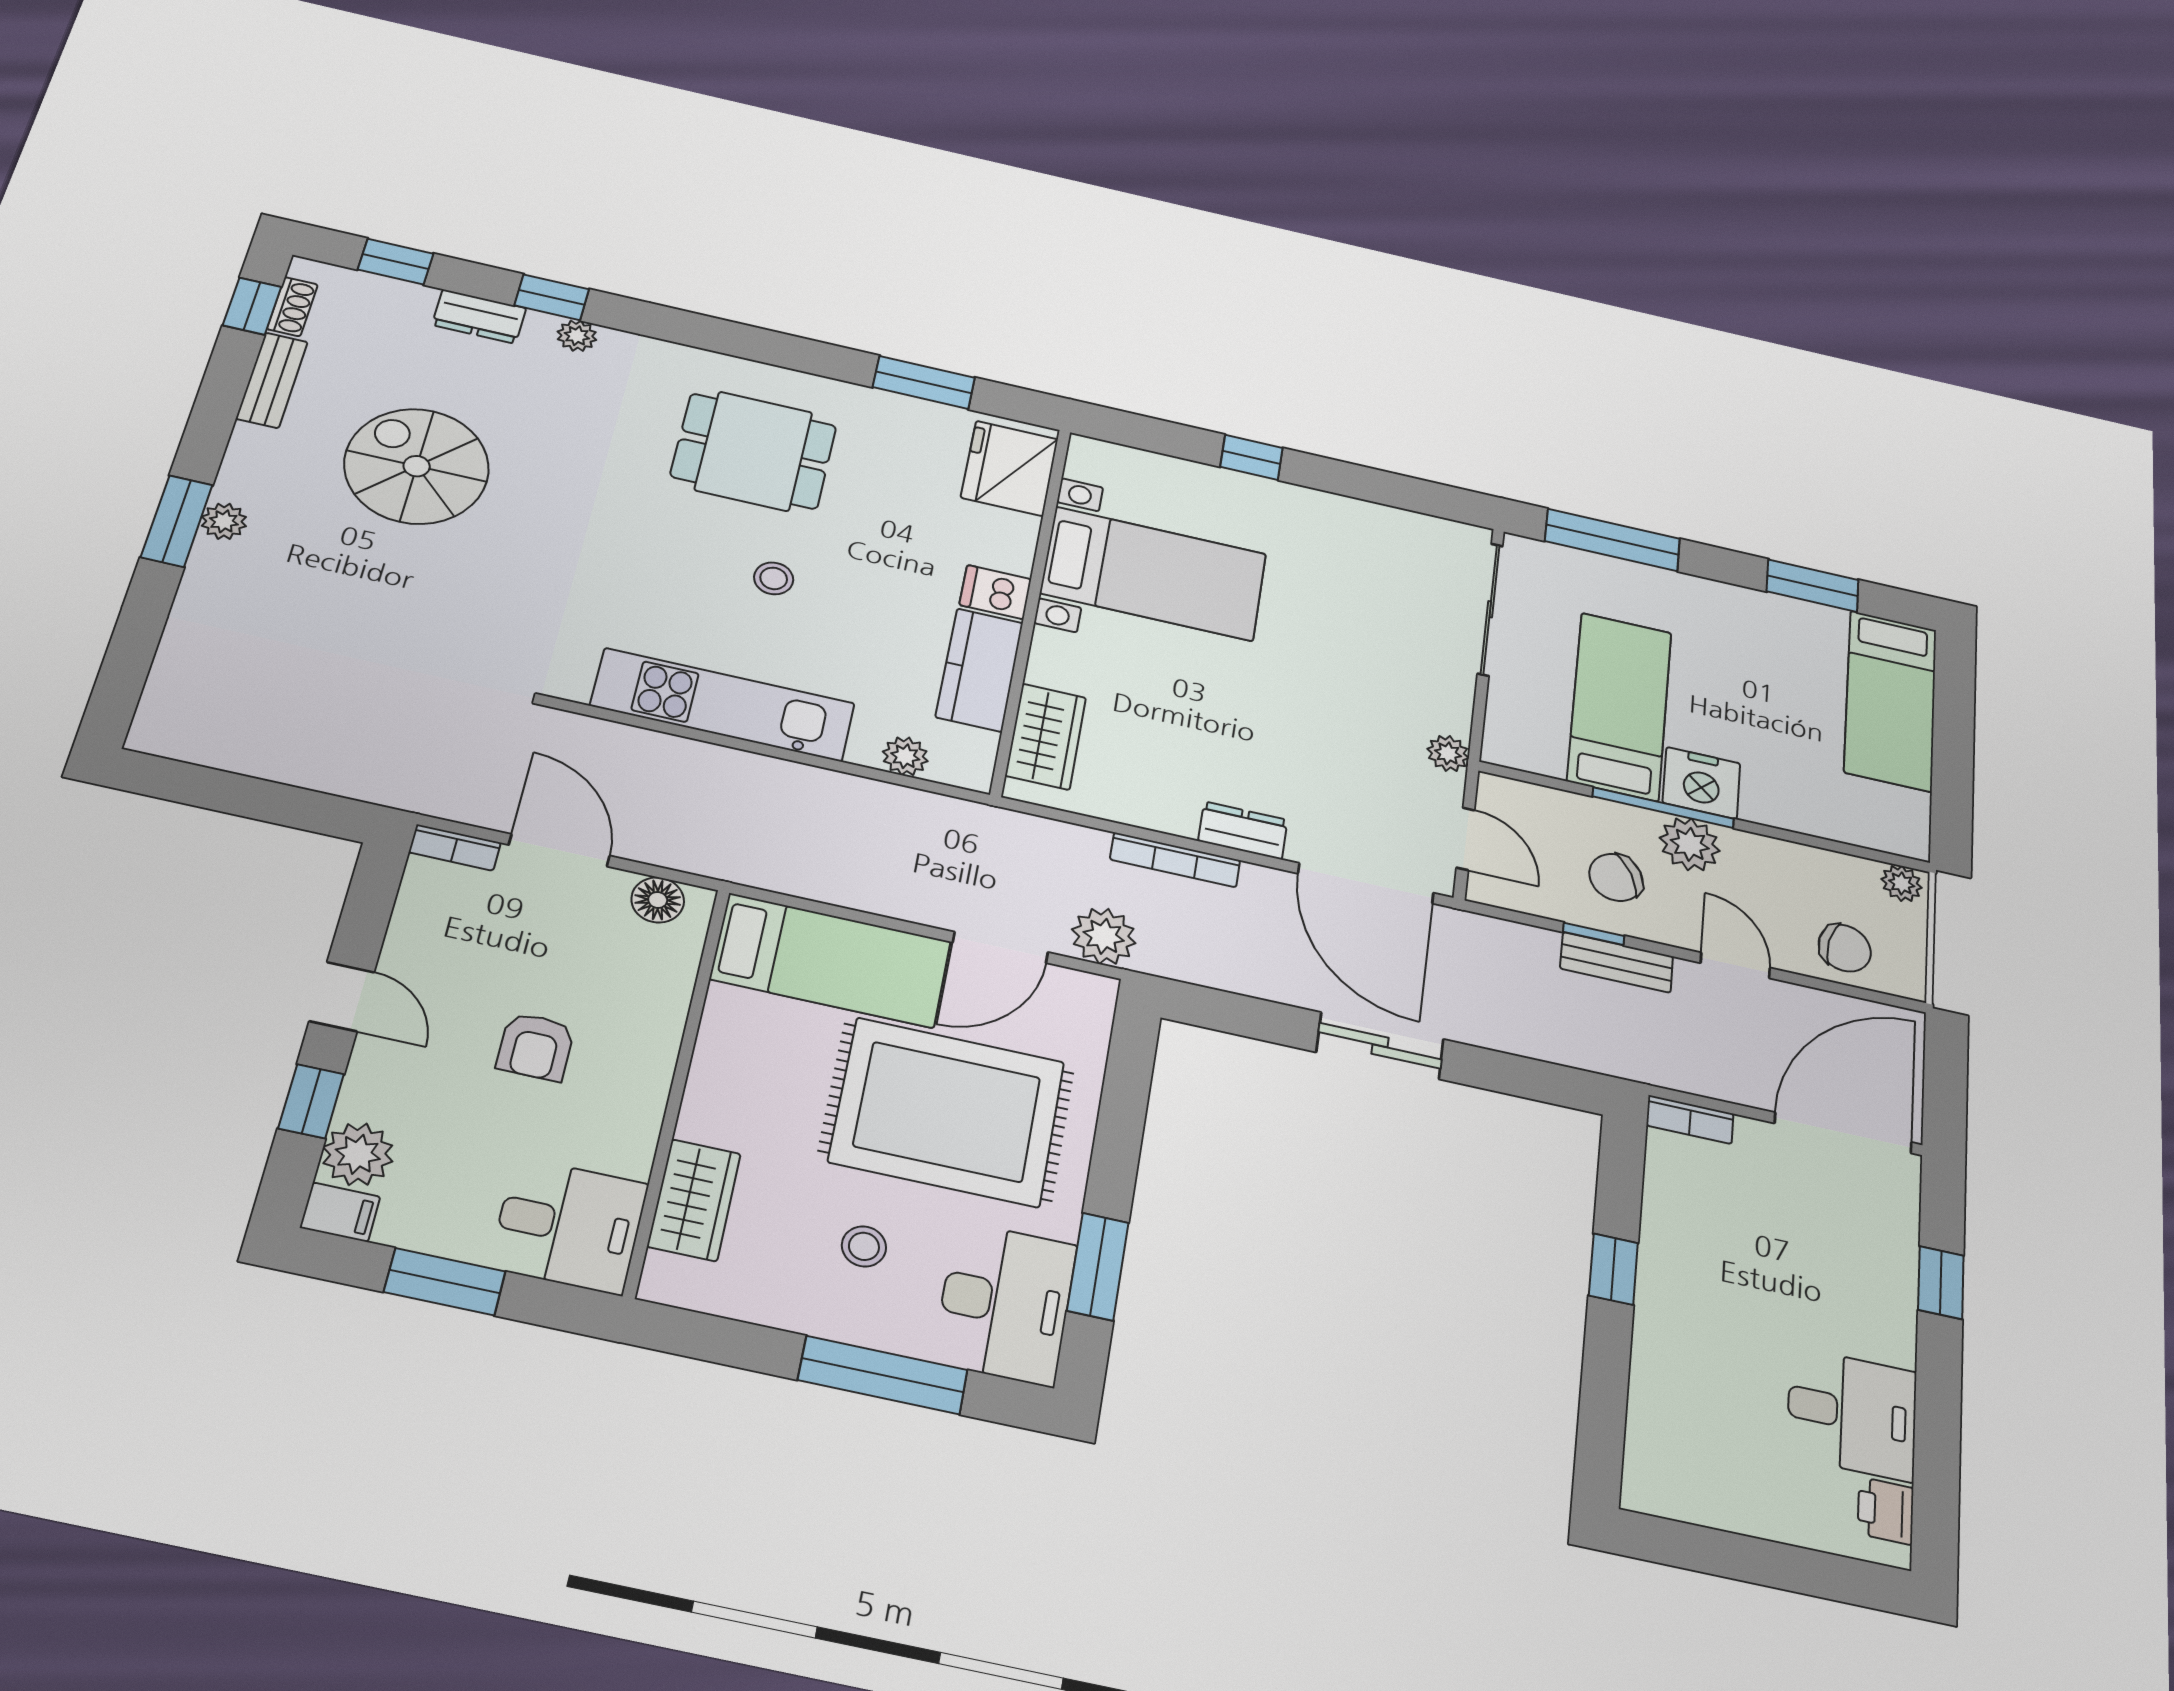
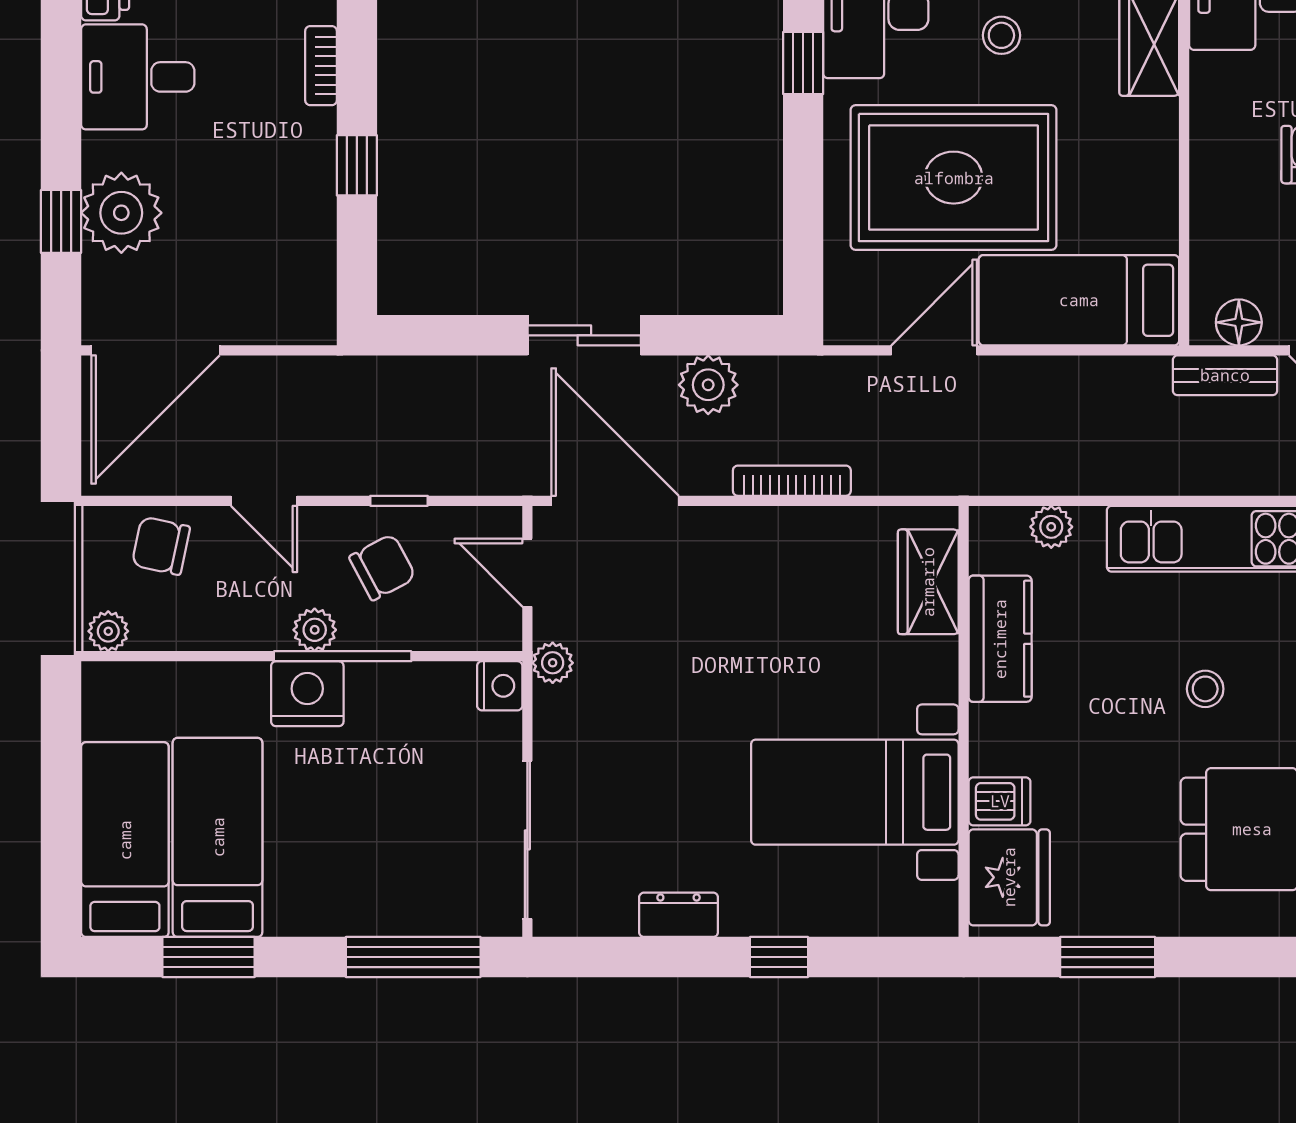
dishwasher: (995, 592) -> (1000, 801), moved
bed: (1620, 706) -> (218, 837), moved, turned 180
nightstand: (1504, 746) -> (500, 686), added
dresser: (1243, 830) -> (679, 915), moved, turned 180
plant: (1690, 844) -> (315, 630), width x0.73, depth x0.73
plant: (1104, 936) -> (708, 385), moved
bench: (1617, 962) -> (1225, 375), moved
bookcase: (1690, 1120) -> (321, 66), moved, turned -90
window: (1098, 1266) -> (803, 63), width x0.67
plant: (1875, 1277) -> (121, 213), added

